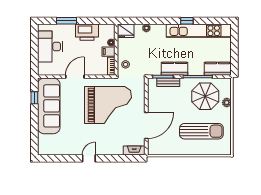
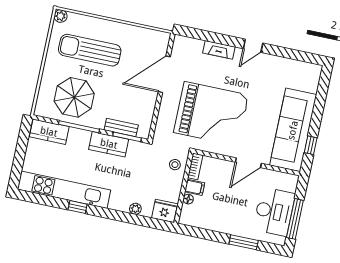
printer: (87, 32) -> (219, 220), removed
window: (34, 44) -> (295, 219), added
plant: (227, 103) -> (61, 16), moved
grand piano: (108, 105) -> (211, 114), turned 180
fireplace: (134, 150) -> (219, 50), moved

